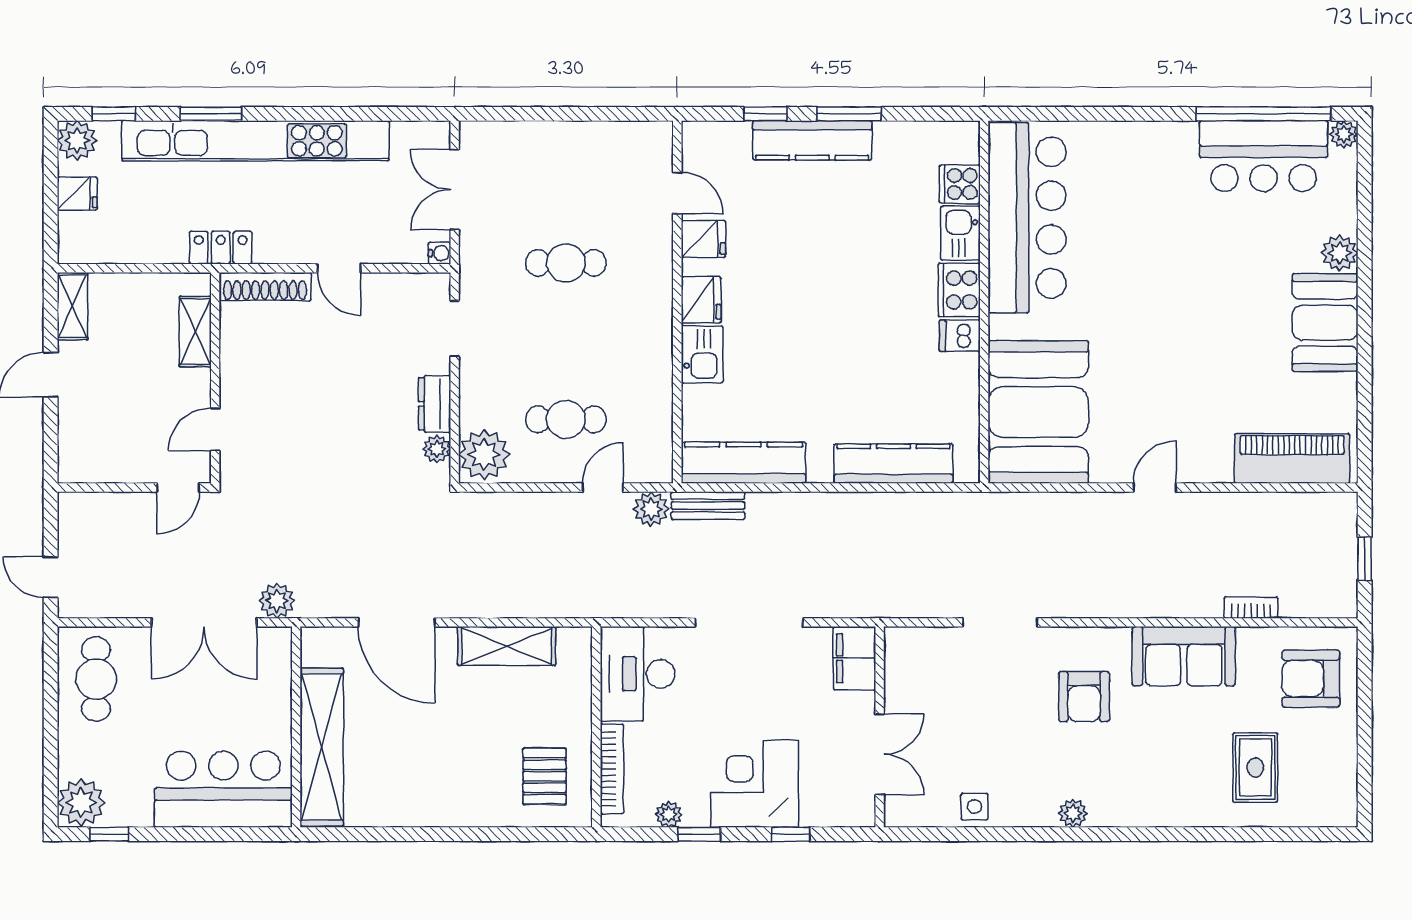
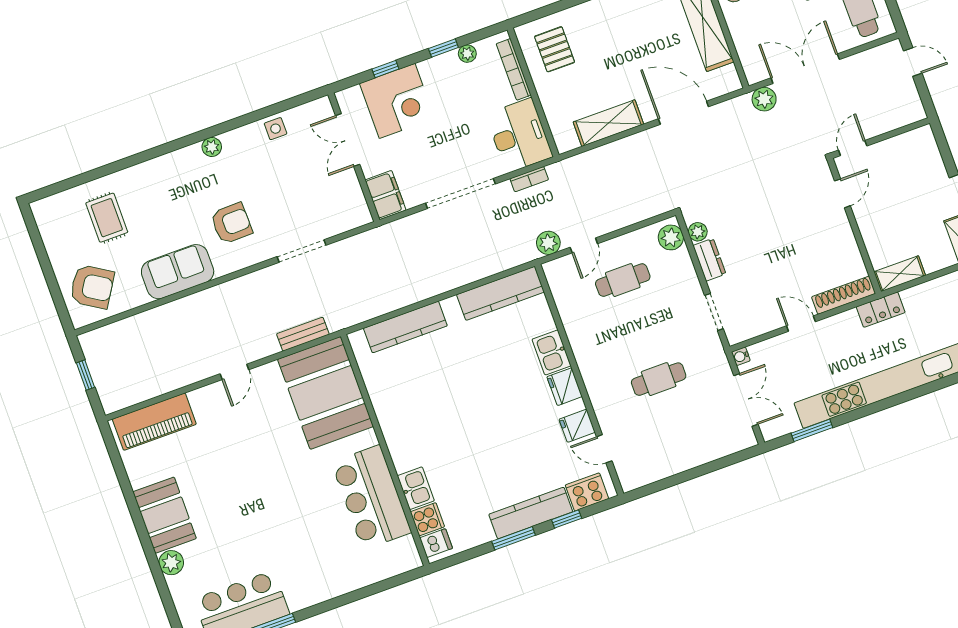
window: (211, 114) -> (812, 430), moved
bar counter: (1027, 218) -> (371, 497), width x0.73
cooker: (959, 290) -> (587, 492), moved, turned -90
shelving: (195, 332) -> (900, 274), moved, turned 90
dishwasher: (960, 336) -> (436, 543), moved
plant: (484, 455) -> (671, 237), width x0.73, depth x0.73
bench: (708, 506) -> (303, 334), moved
bookcase: (1251, 608) -> (529, 179), moved
armchair: (1311, 679) -> (92, 287), turned 32
armchair: (1084, 697) -> (231, 223), turned 89
corner desk: (755, 784) -> (397, 101), moved

